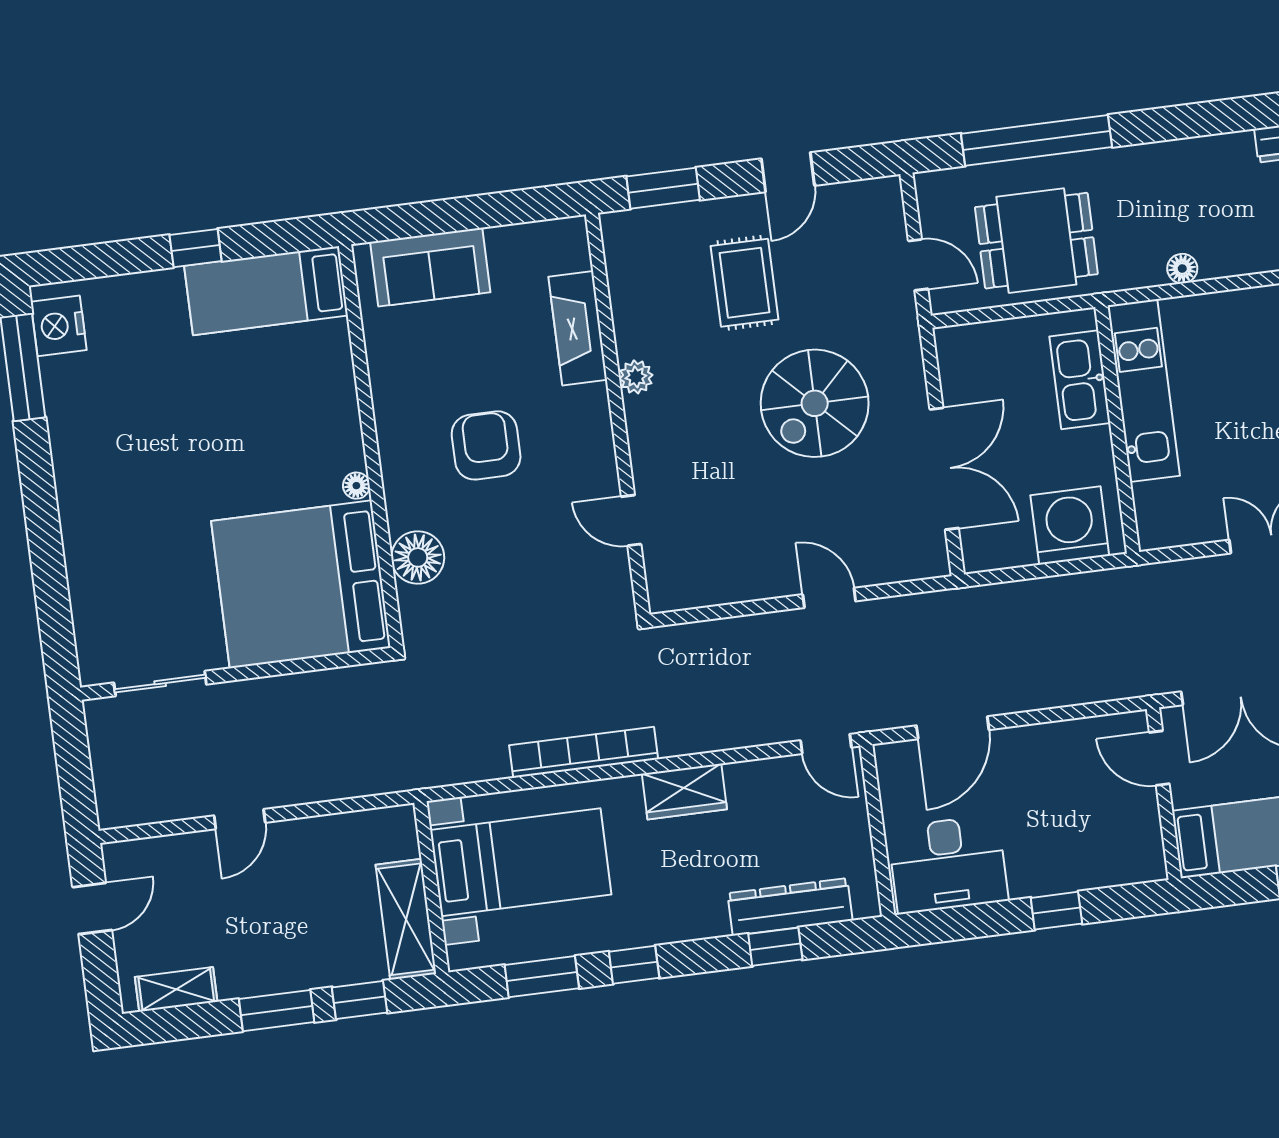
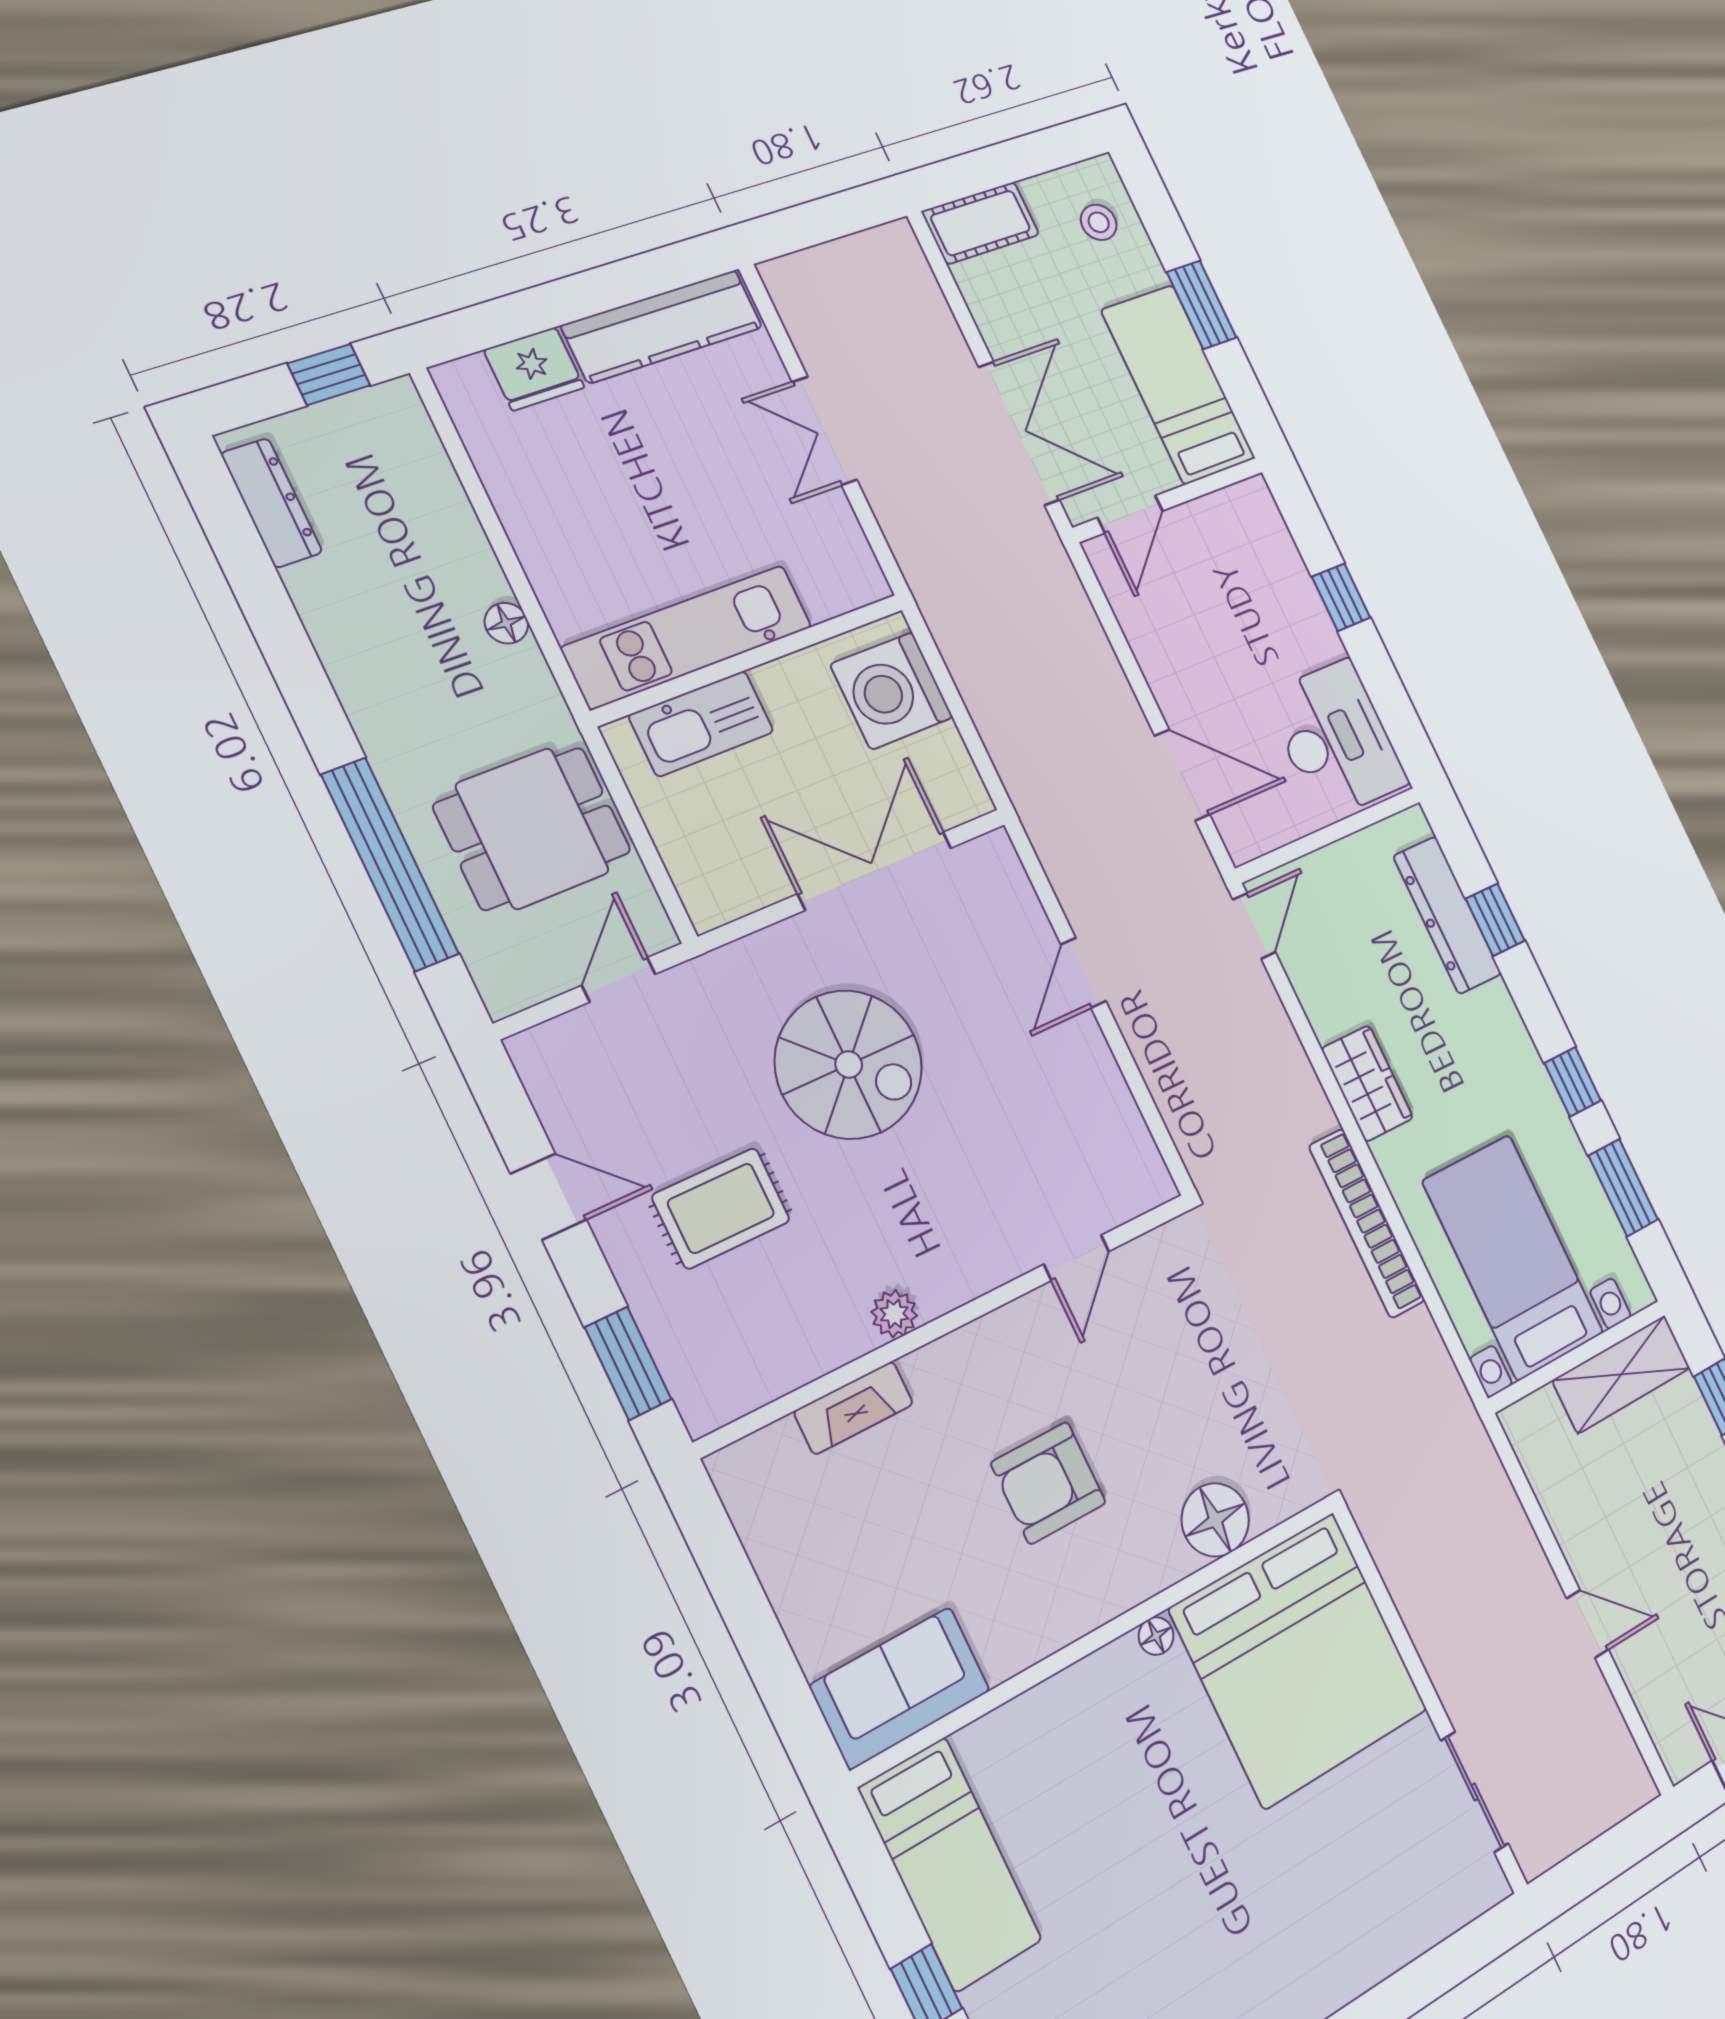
dining table: (1036, 241) -> (532, 828), turned 90
sofa: (430, 267) -> (900, 1688), moved, turned -90
fireplace: (578, 328) -> (854, 1408), width x0.73, depth x0.76

